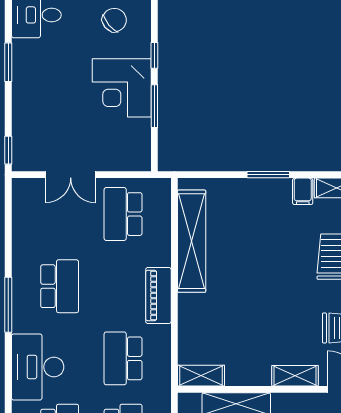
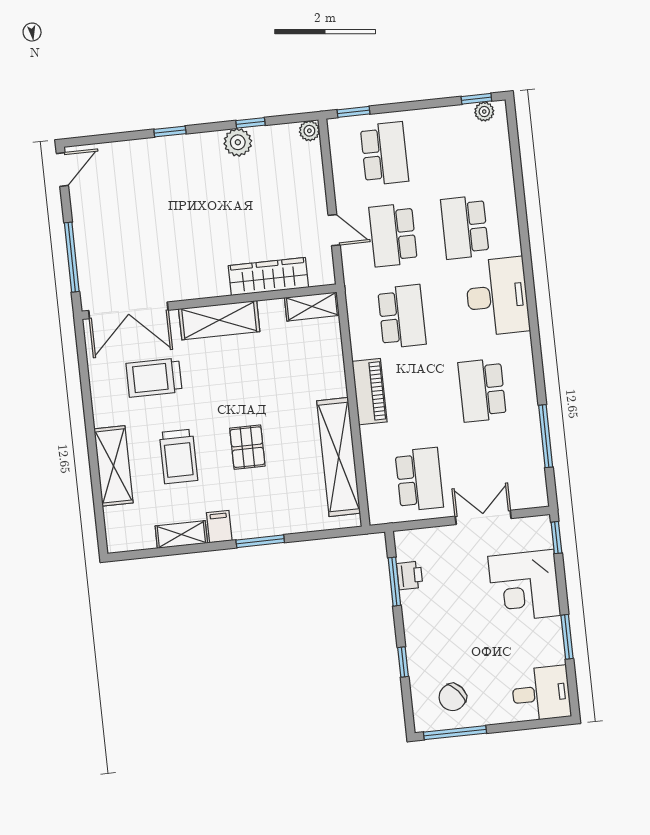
corner desk: (122, 88) -> (524, 586), moved, turned 180
window: (154, 106) -> (394, 582), moved
printer: (140, 131) -> (410, 575), added
pallet: (271, 258) -> (247, 447), added
window: (8, 305) -> (546, 436), moved
shelving: (295, 376) -> (219, 320), width x1.50, depth x1.33

